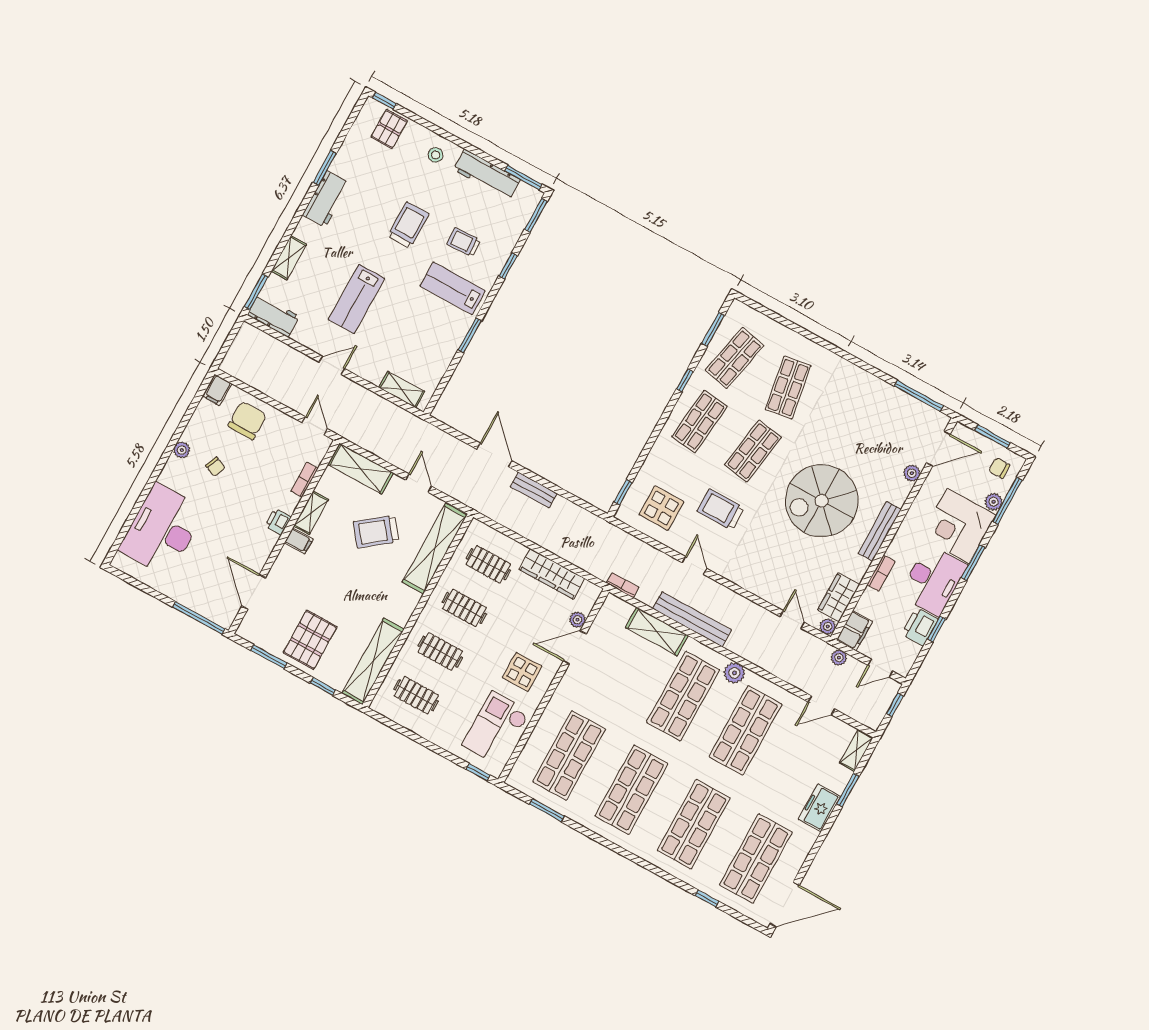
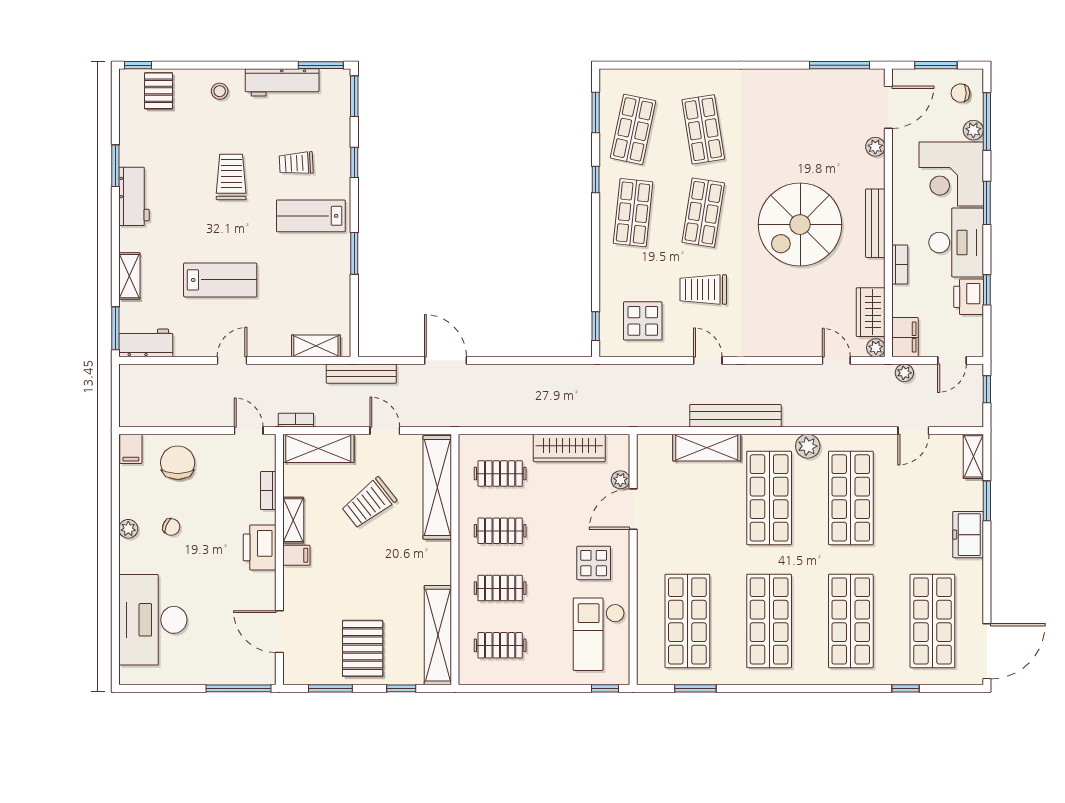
lab bench: (357, 299) -> (220, 280), turned -90
bench: (534, 490) -> (361, 374), moved, width x1.36
printer: (278, 522) -> (260, 547), width x1.87, depth x1.48
bookcase: (623, 585) -> (296, 420), moved

